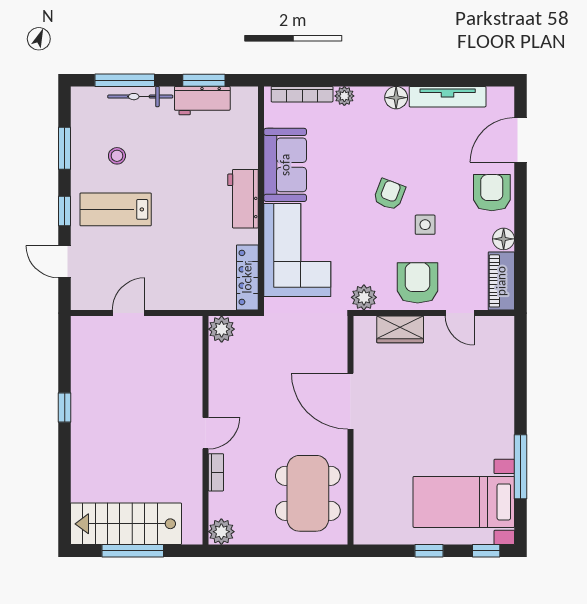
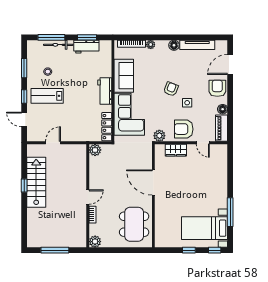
armchair: (418, 283) -> (184, 129), turned -90
stairs: (126, 524) -> (36, 182), moved, turned 90

